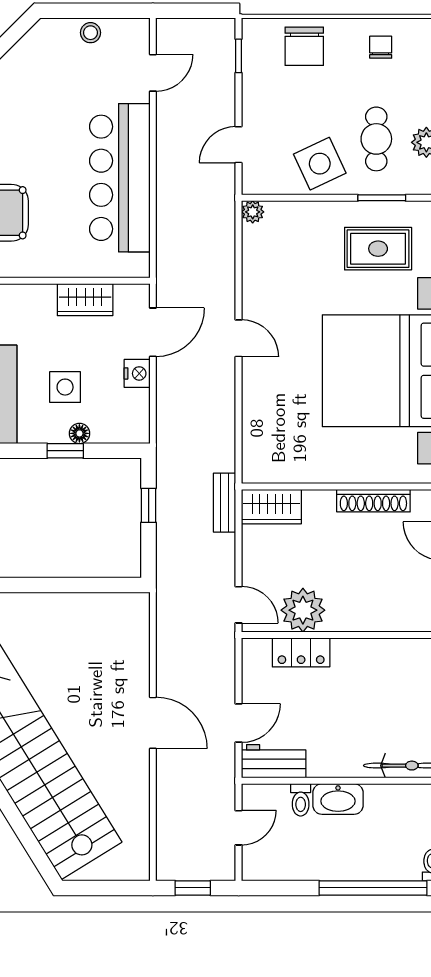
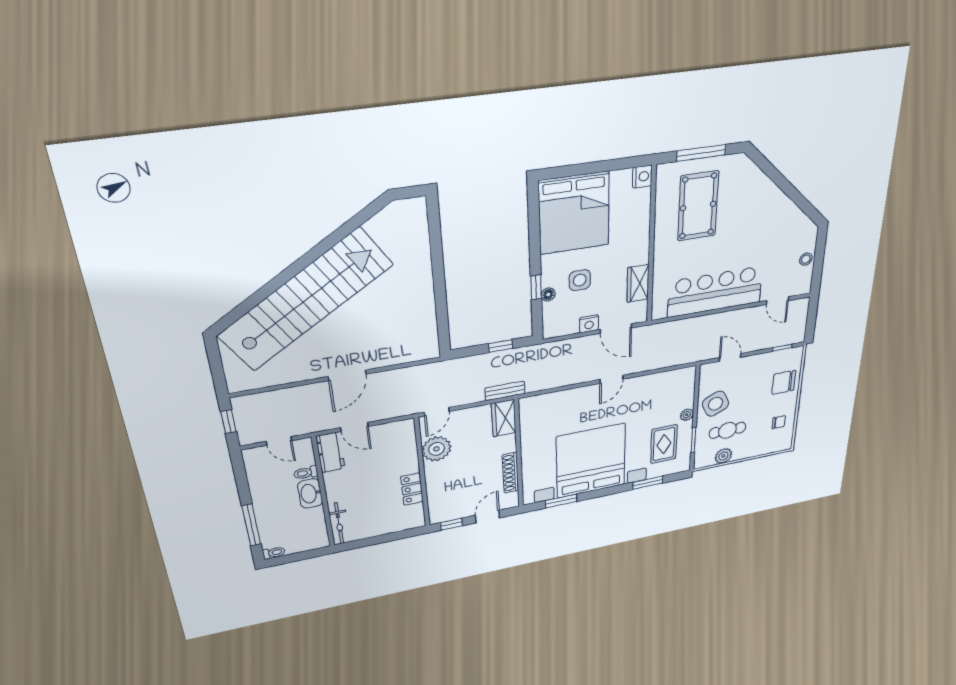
plant: (253, 212) -> (687, 415), moved
locker: (301, 652) -> (412, 489), moved
window: (373, 888) -> (251, 525), width x0.68

